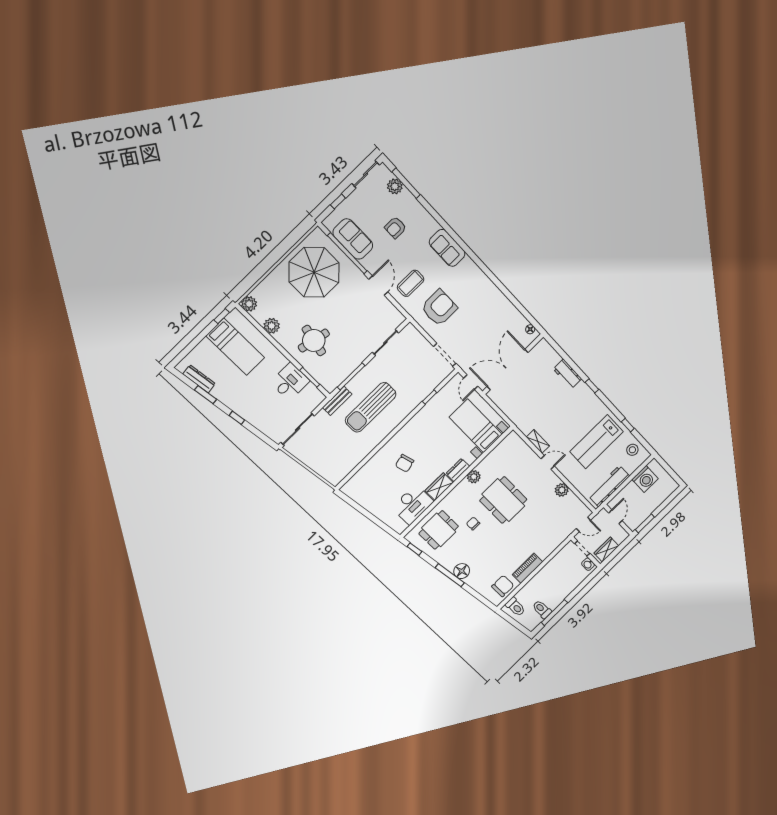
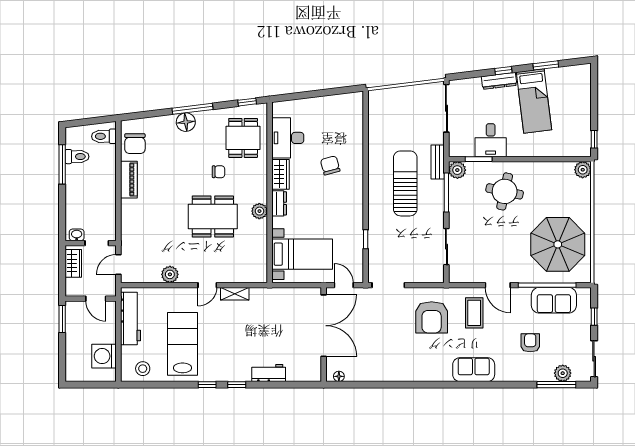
plant: (272, 326) -> (457, 170), moved
bed: (235, 347) -> (534, 101), moved, turned -97
dresser: (199, 379) -> (499, 81), moved
window: (628, 425) -> (207, 385), moved

